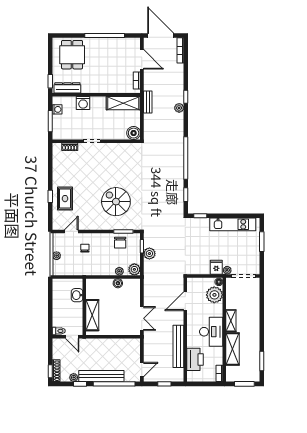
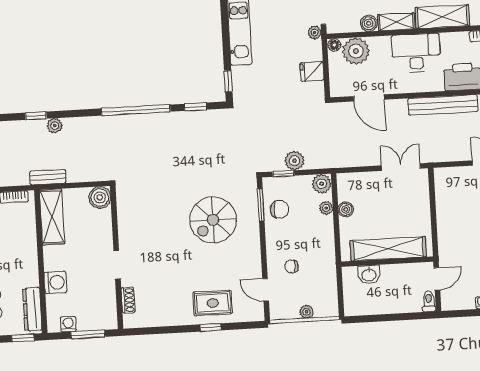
fridge: (216, 267) -> (312, 72), moved
boiler: (231, 304) -> (369, 23), added
shelving: (92, 315) -> (388, 249), width x1.47

